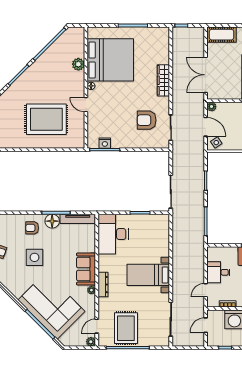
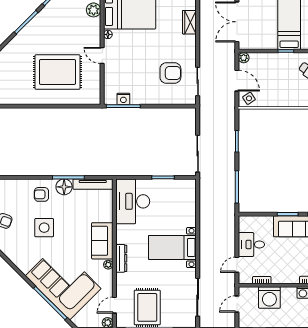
wardrobe: (163, 80) -> (189, 22), width x0.67
armchair: (147, 120) -> (170, 73), turned 180

